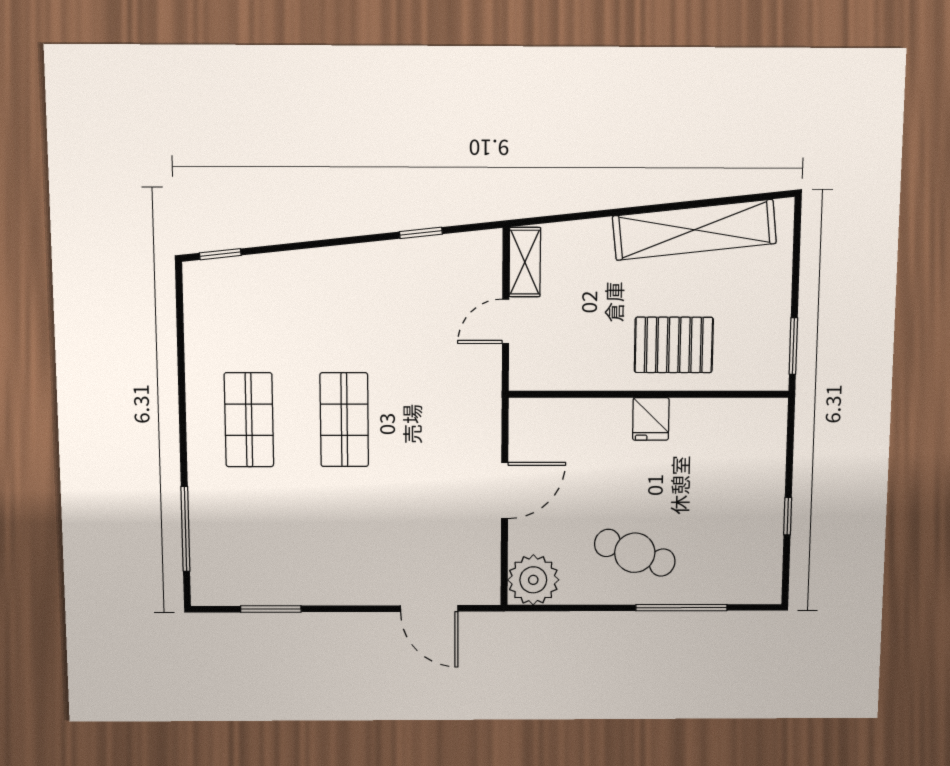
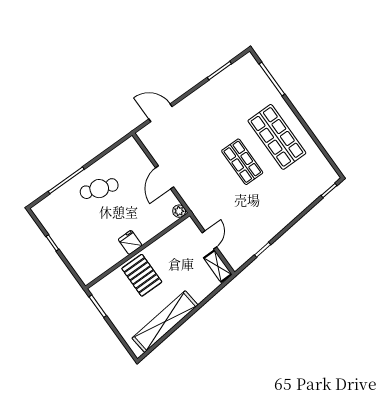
pallet: (674, 345) -> (142, 275), turned 90
shop shelf: (249, 420) -> (277, 137), width x1.43, depth x1.36
plant: (533, 580) -> (179, 211), moved, width x0.53, depth x0.53

